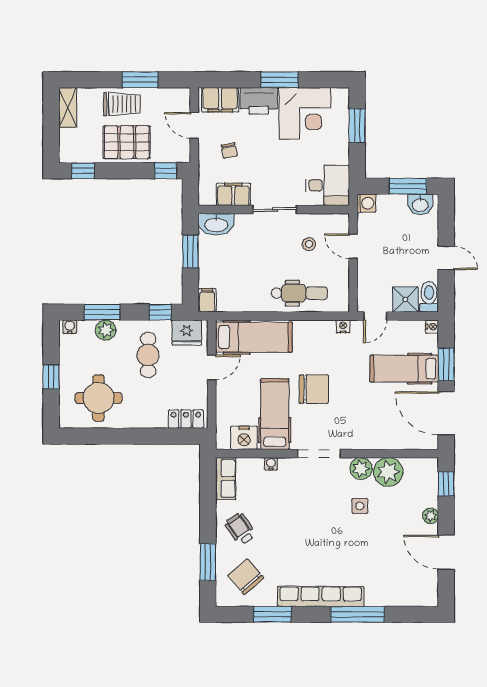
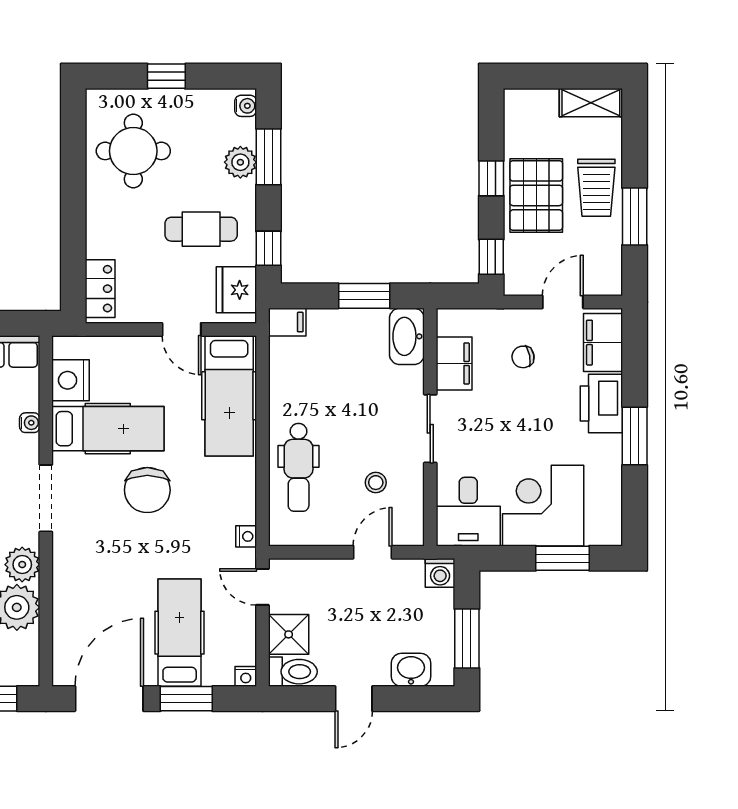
corner desk: (305, 113) -> (543, 506), moved, turned 90
window: (83, 171) -> (491, 178), moved
washbasin: (420, 205) -> (411, 670), moved, turned 90

